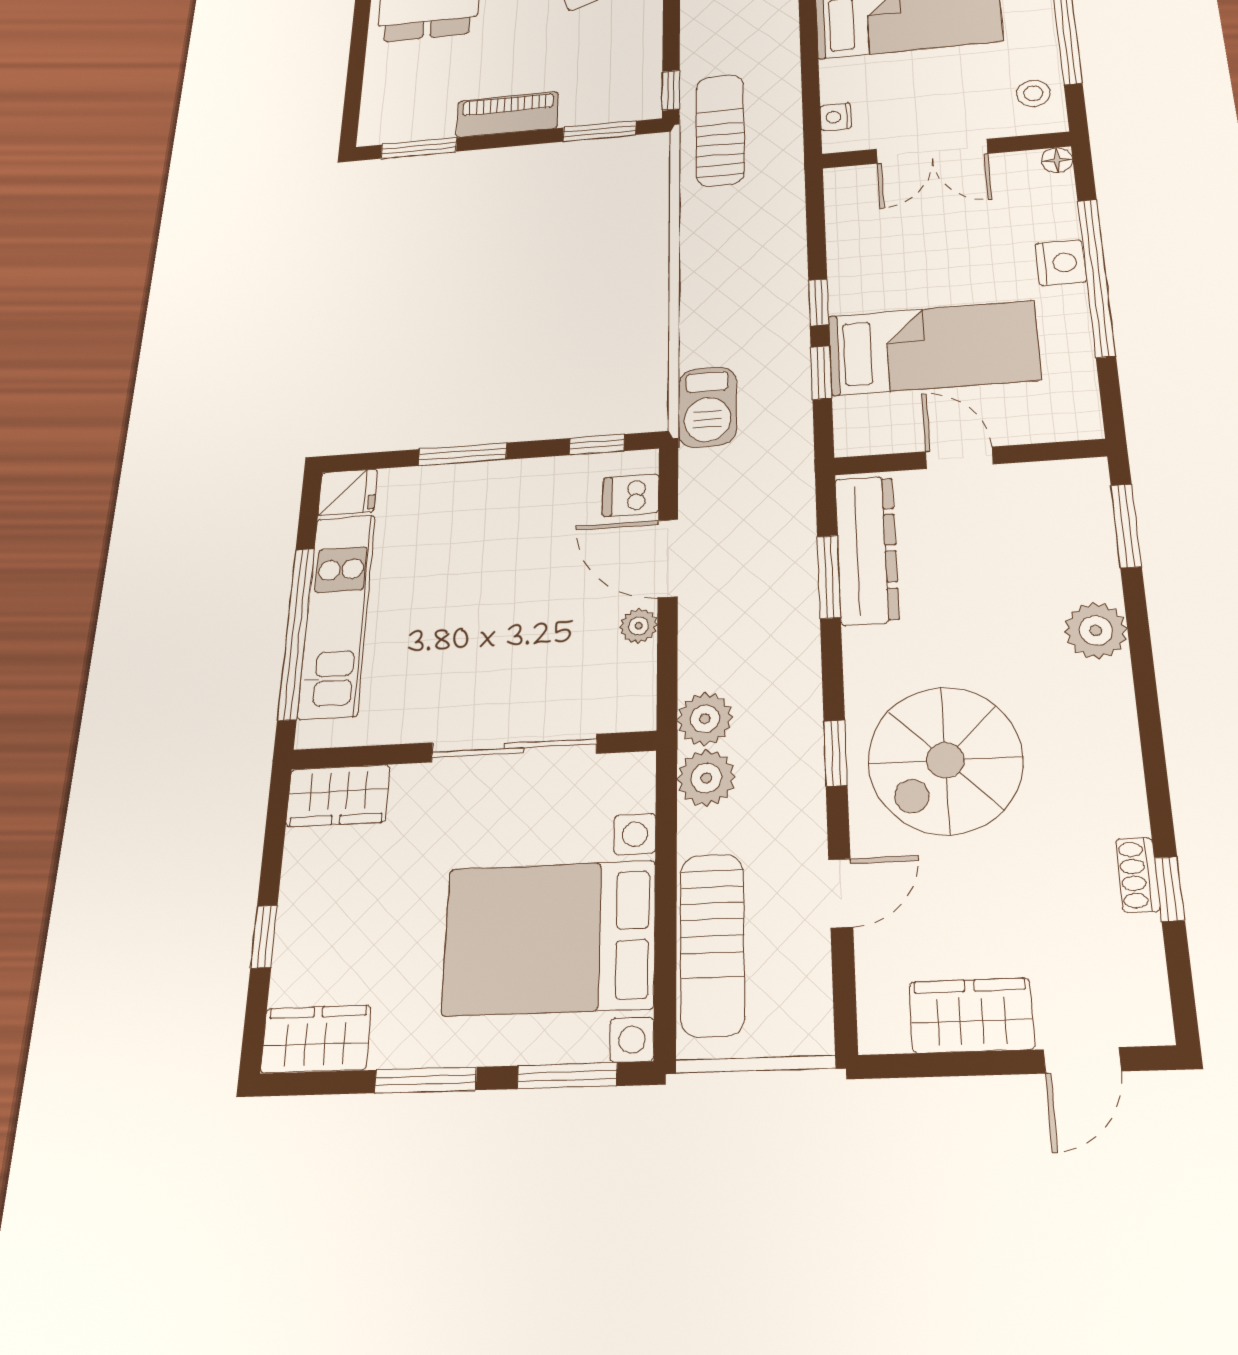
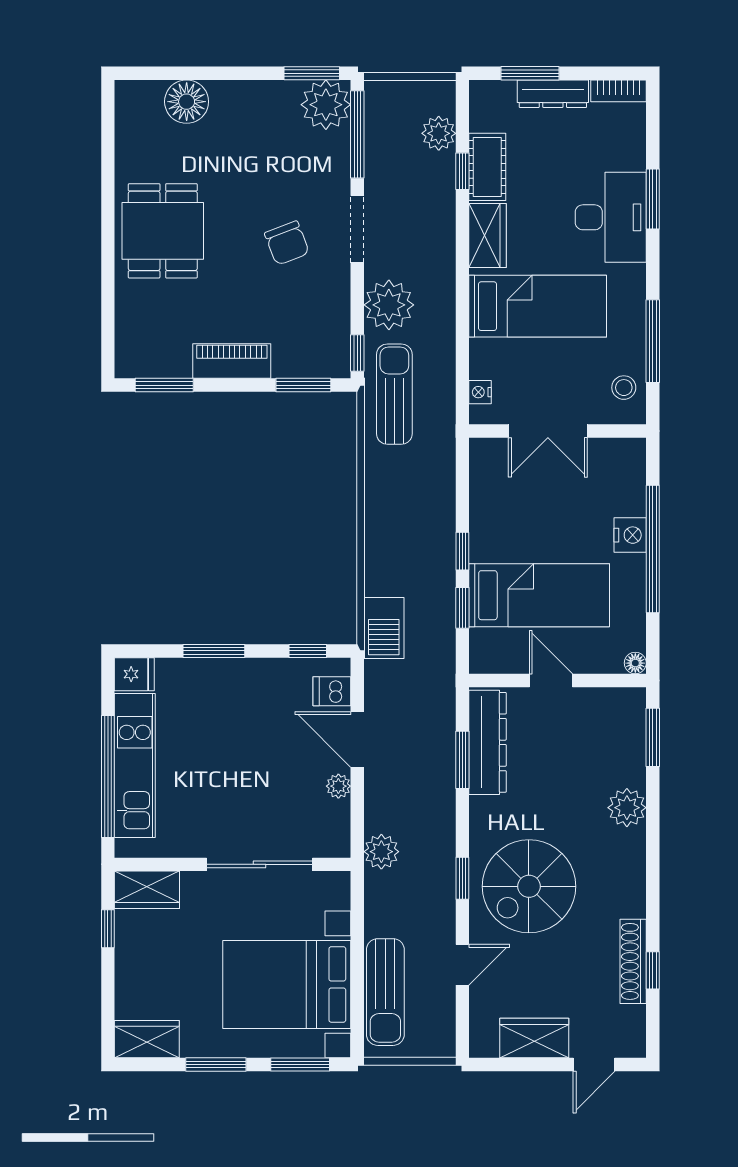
floor lamp: (1057, 160) -> (635, 663), moved
plant: (706, 778) -> (389, 305), moved, width x1.36, depth x1.36
shoe rack: (1138, 875) -> (633, 961), width x1.94, depth x1.24
window: (264, 937) -> (108, 929), moved

